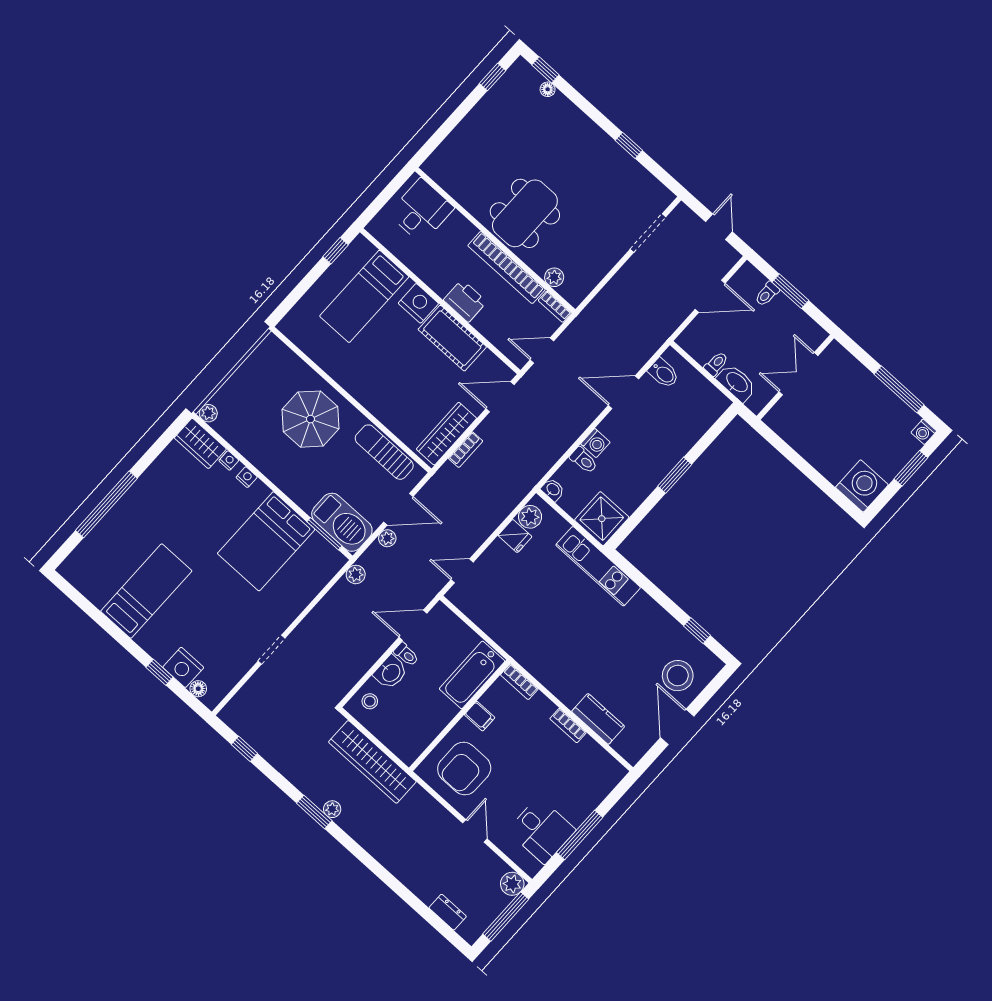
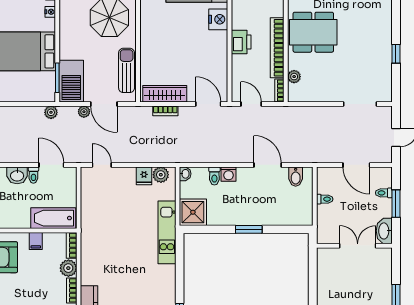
cot: (452, 338) -> (216, 53), removed
washbasin: (737, 383) -> (384, 231), moved, turned 180
plant: (541, 708) -> (68, 268), added

